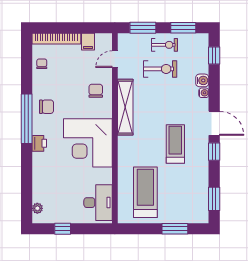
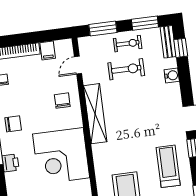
bench: (203, 48) -> (168, 42), added
water cooler: (204, 93) -> (175, 88), removed
treadmill: (175, 144) -> (168, 166), moved

